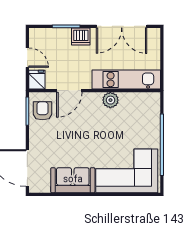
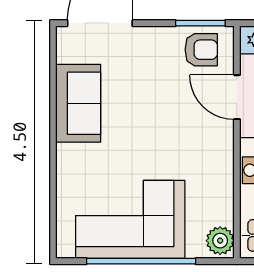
plant: (110, 100) -> (220, 241), moved
corner sofa: (127, 171) -> (130, 219), moved, turned -90

